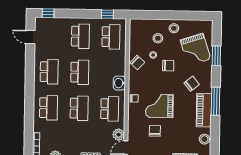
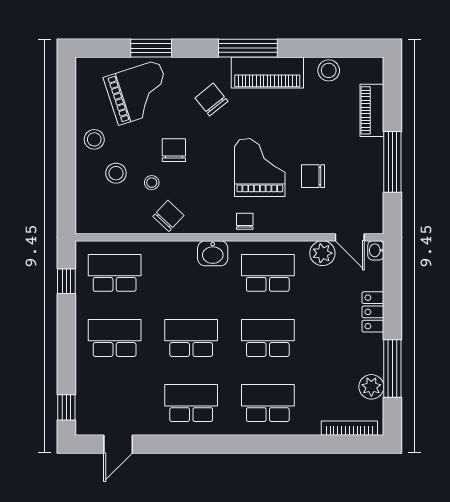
grand piano: (159, 106) -> (260, 168), turned 180

